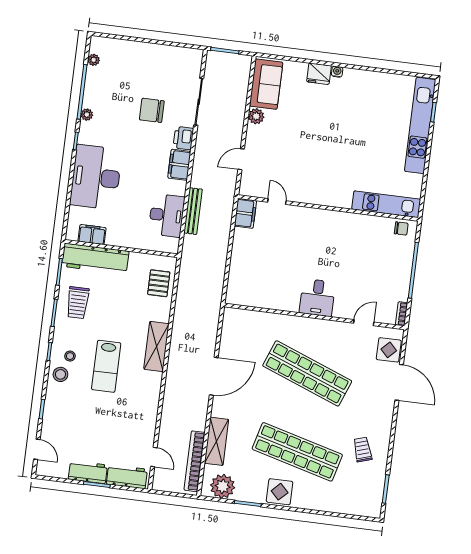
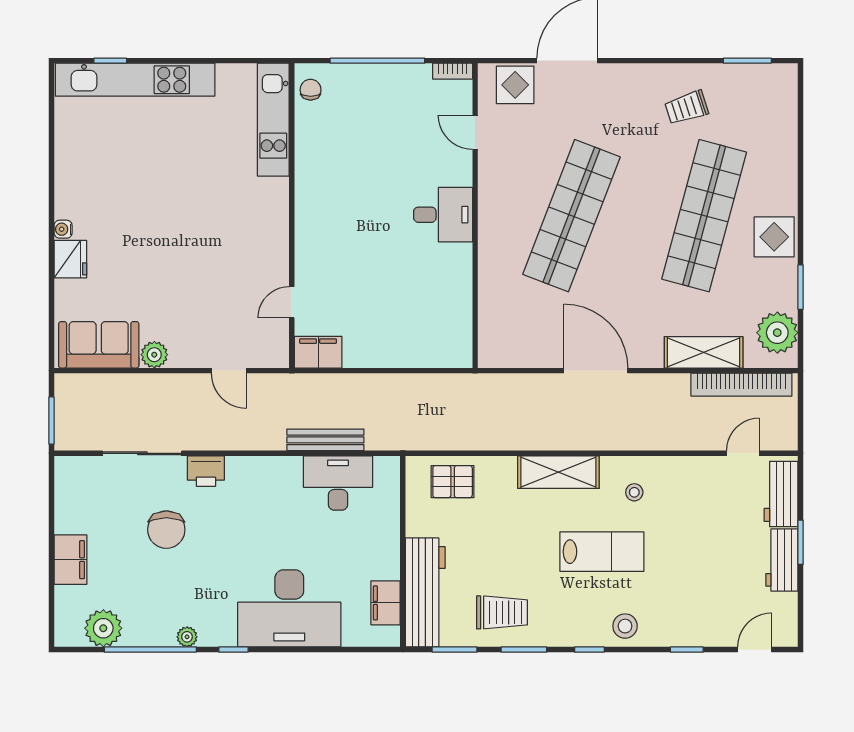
plant: (94, 60) -> (103, 628), width x1.88, depth x1.88
filing cabinet: (179, 165) -> (71, 560), moved, turned -90
stool: (70, 356) -> (634, 492), moved

